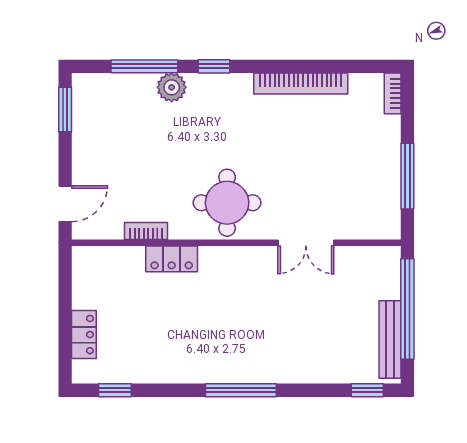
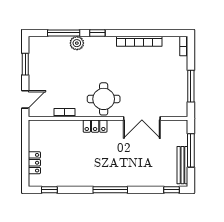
window: (65, 110) -> (25, 64), moved
double door: (306, 243) -> (142, 118), width x1.37
locker: (172, 259) -> (95, 126), moved
window: (407, 309) -> (191, 150), width x0.68

